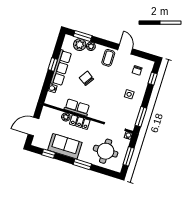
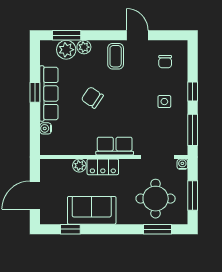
window: (153, 79) -> (193, 92), moved
row of seats: (77, 108) -> (115, 146), moved
window: (82, 164) -> (157, 229), moved

